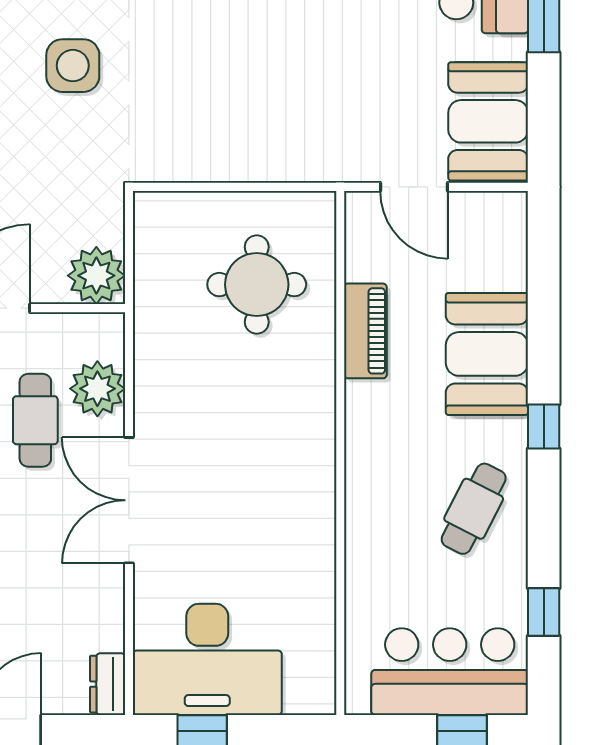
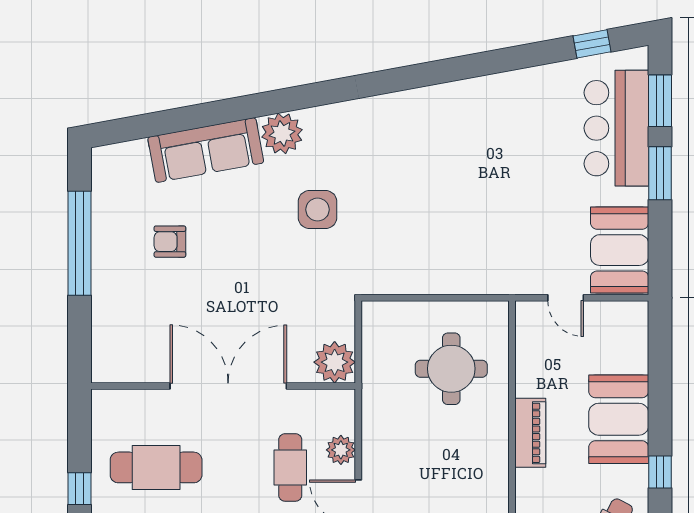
door: (414, 187) -> (566, 298), width x0.73
piano: (365, 331) -> (530, 433), moved
plant: (97, 389) -> (341, 450), width x0.73, depth x0.73

